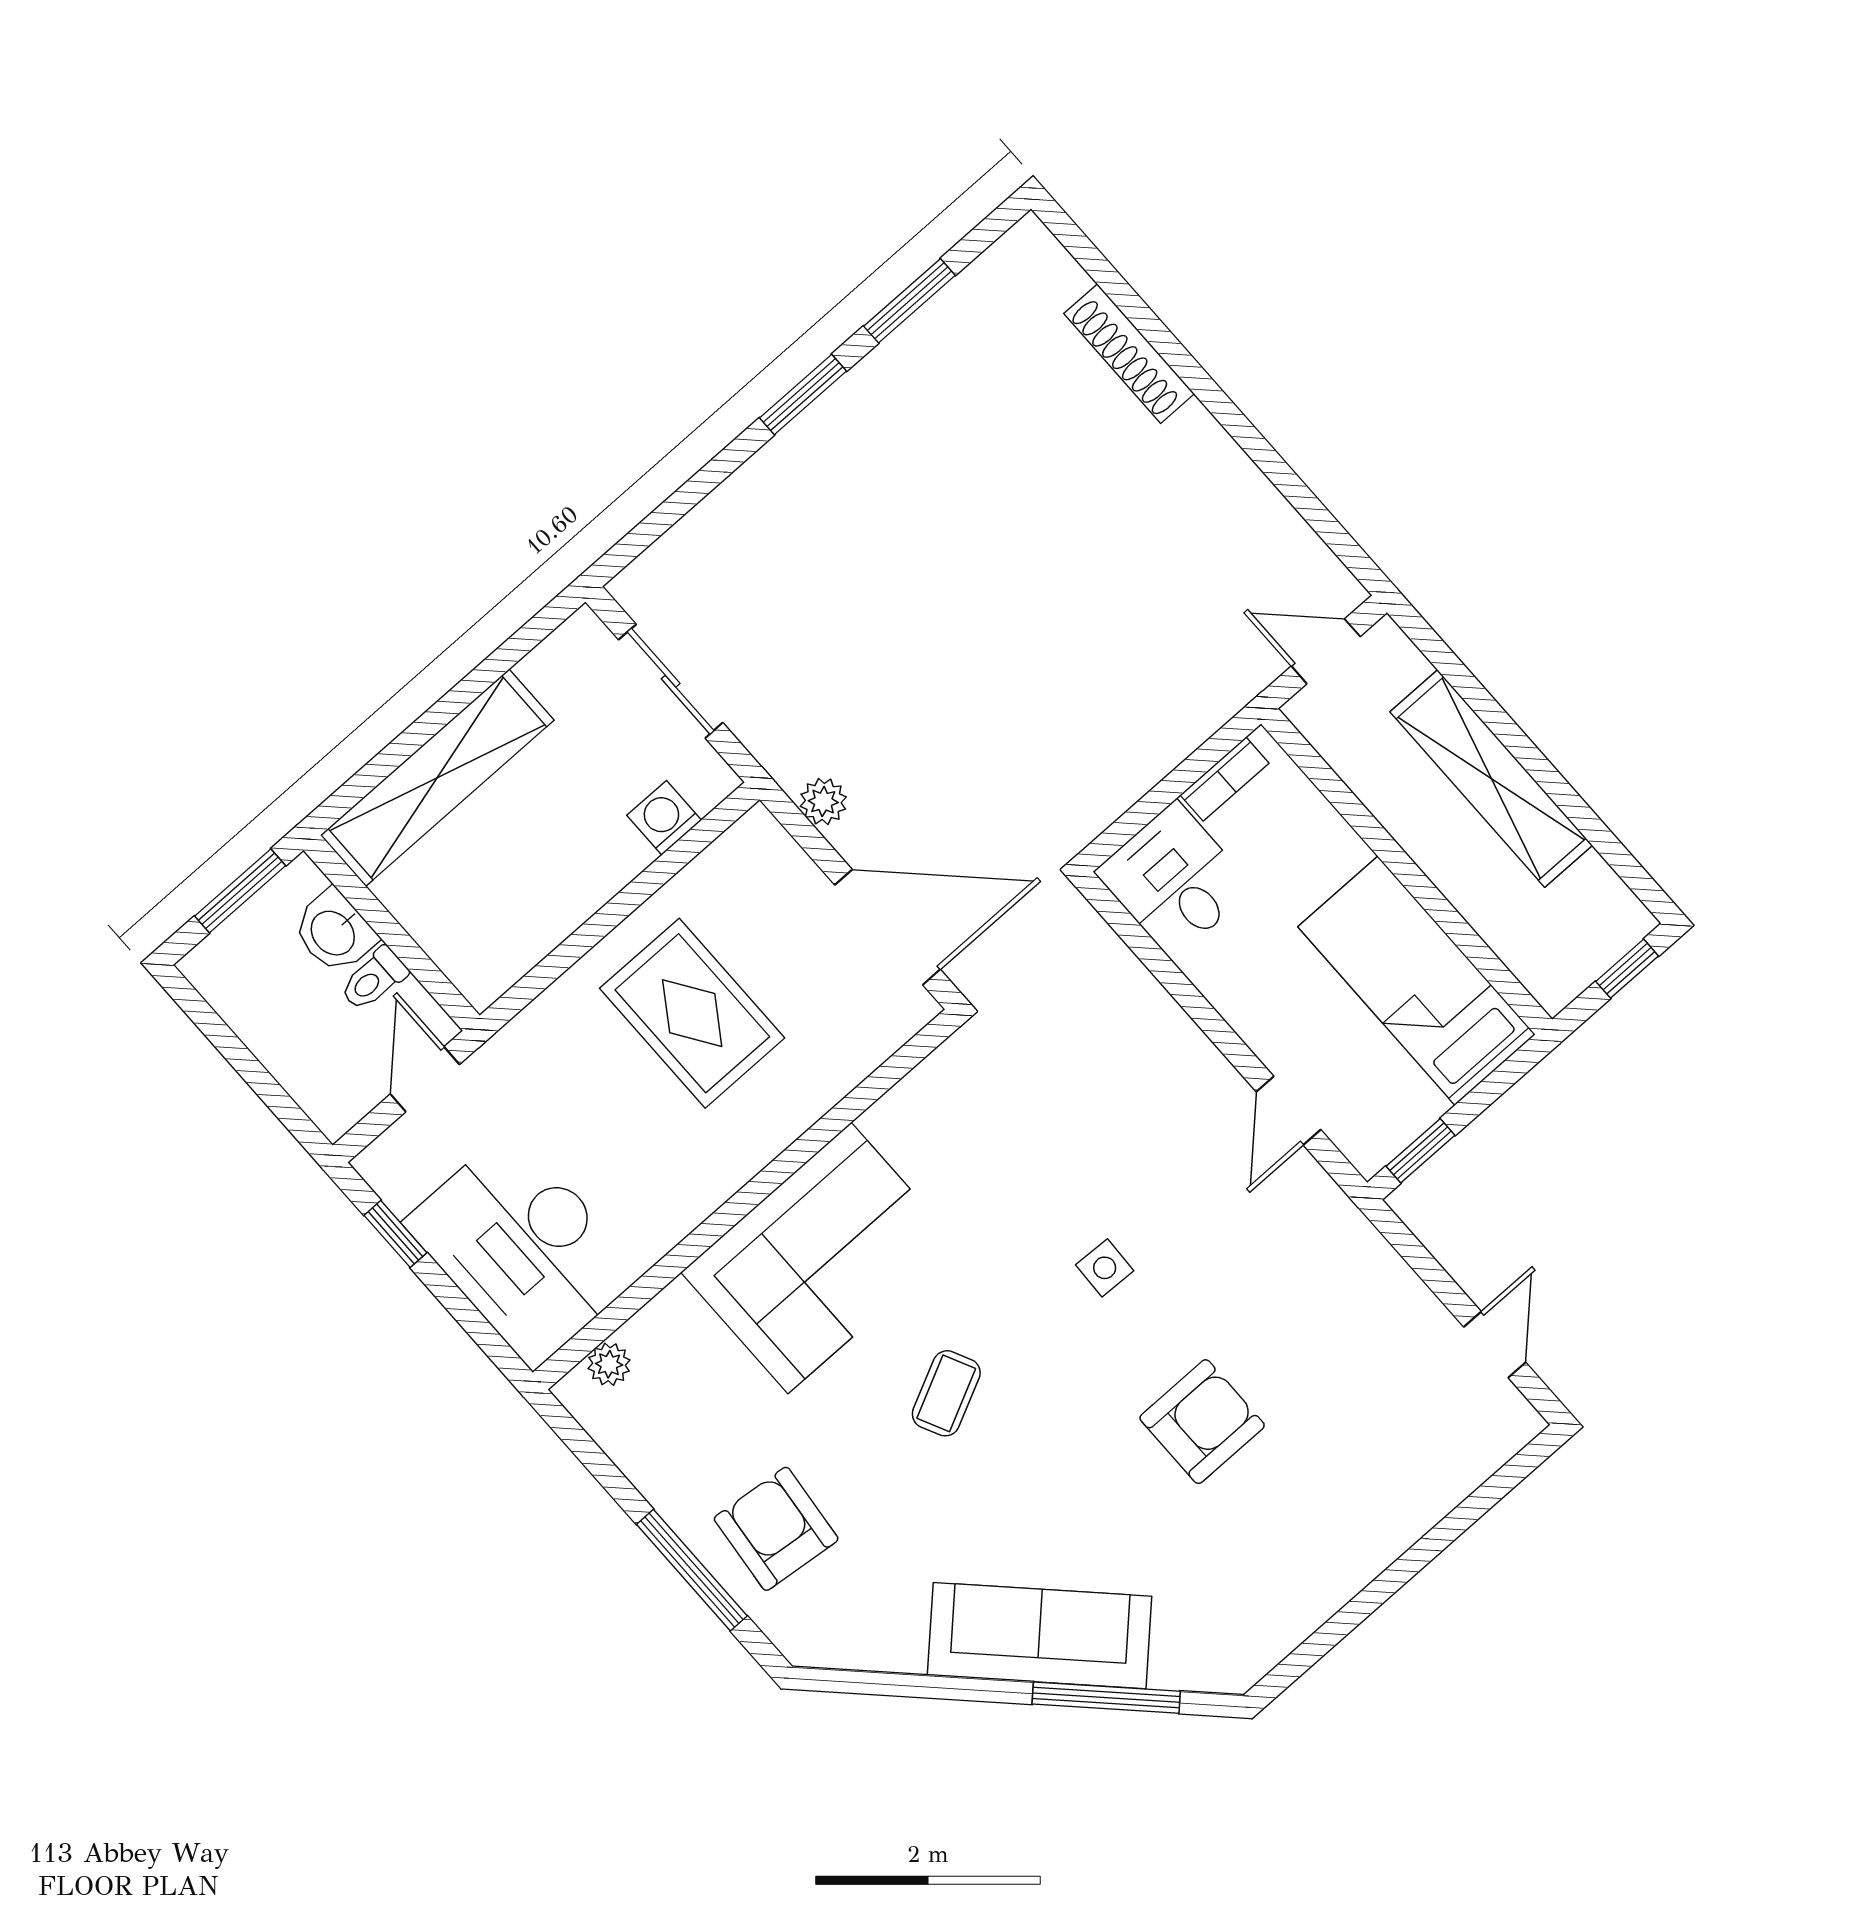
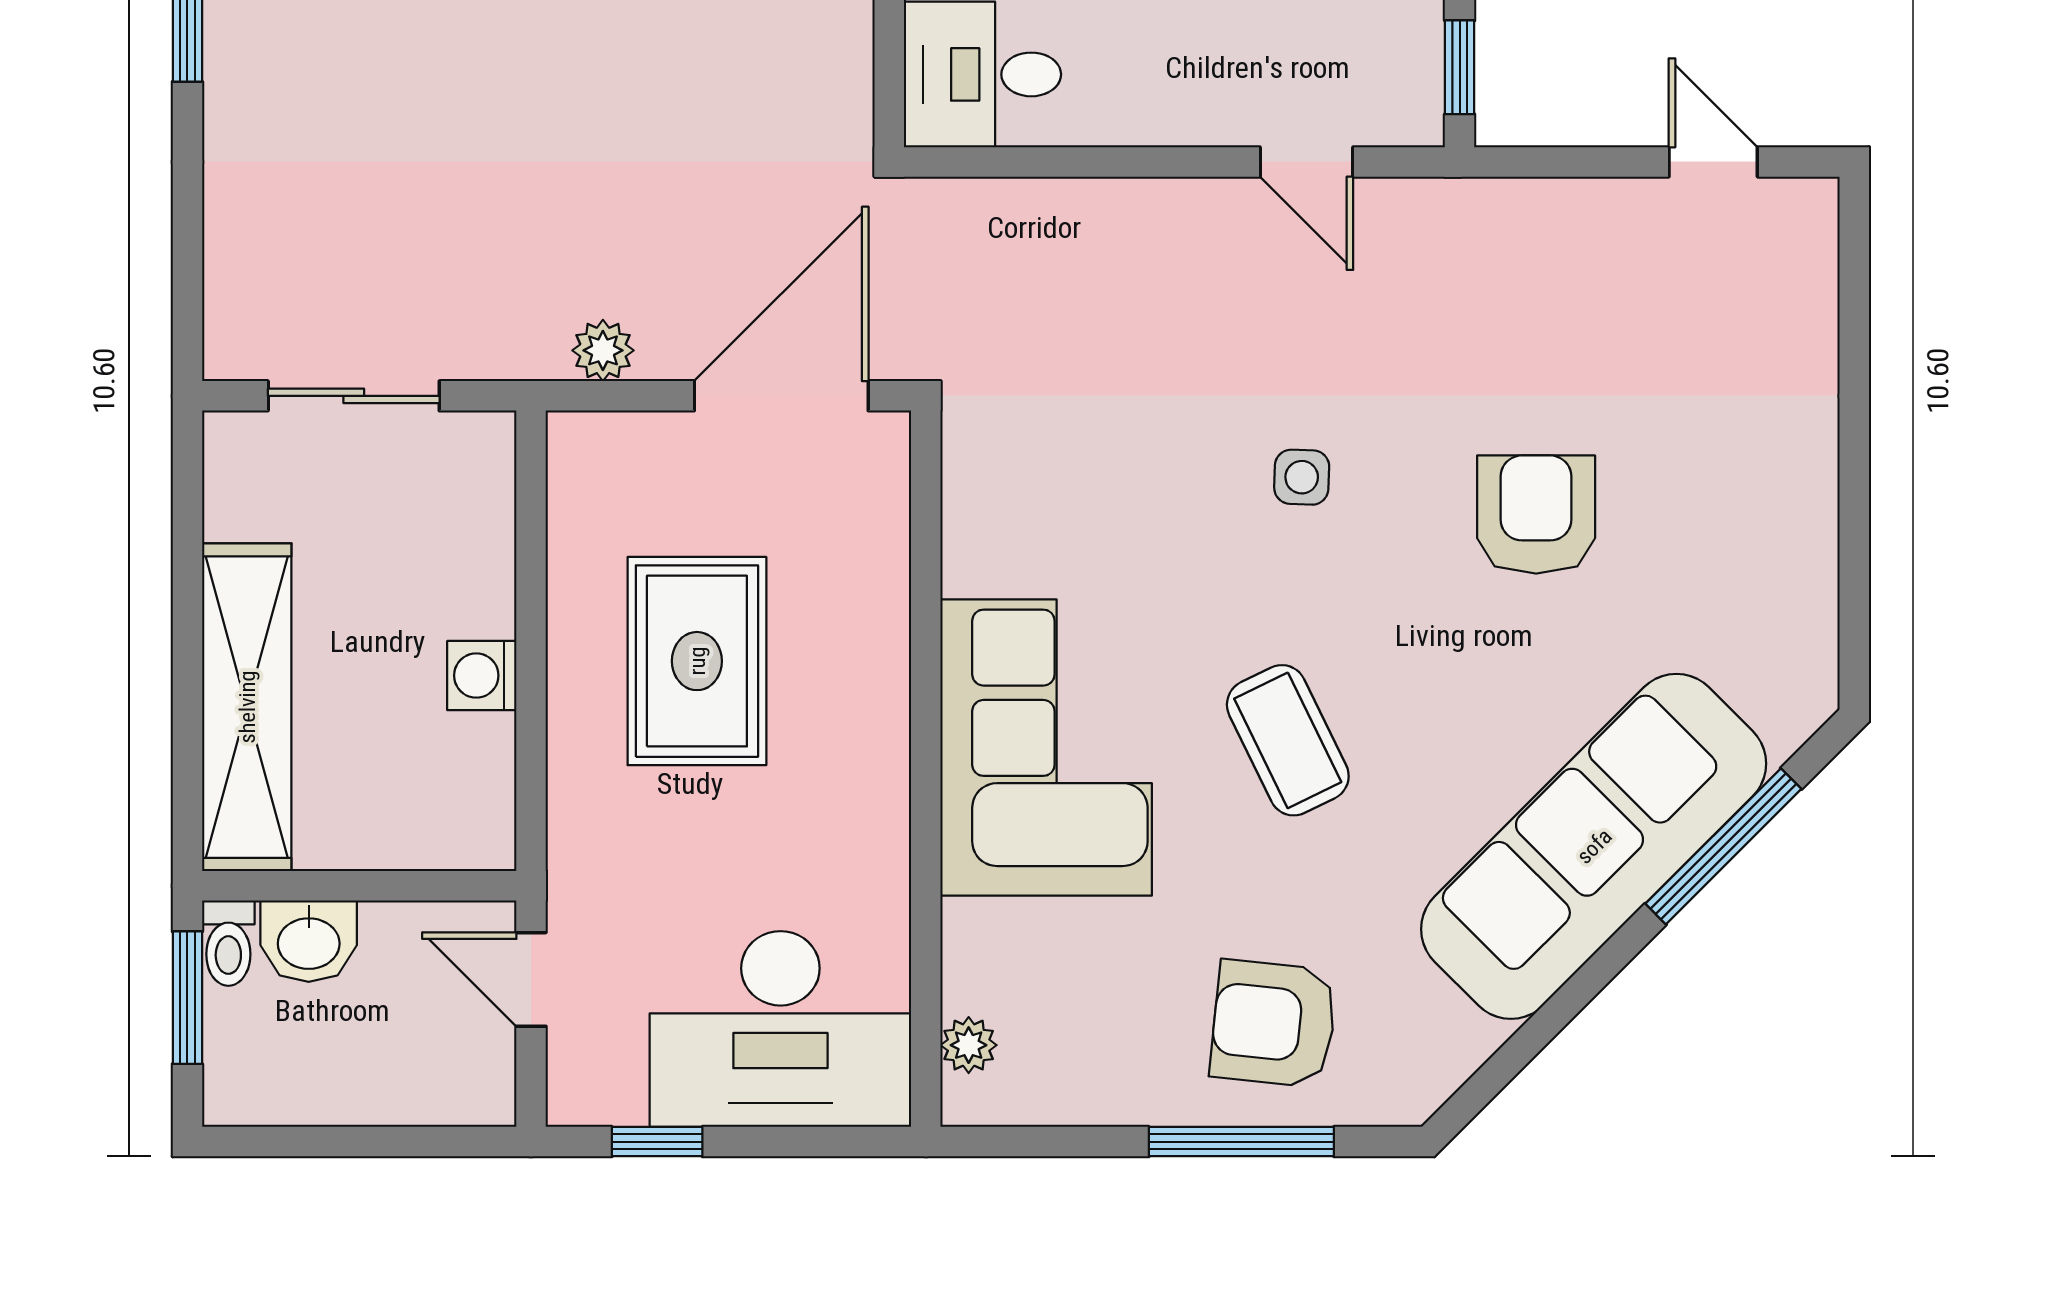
washing machine: (664, 818) -> (482, 676), moved
toilet: (374, 979) -> (228, 943), moved
rug: (692, 1013) -> (697, 661), turned 90
coffee table: (946, 1393) -> (1288, 740), width x1.36, depth x1.30
sofa: (1040, 1636) -> (1594, 846), width x1.36, depth x1.27

